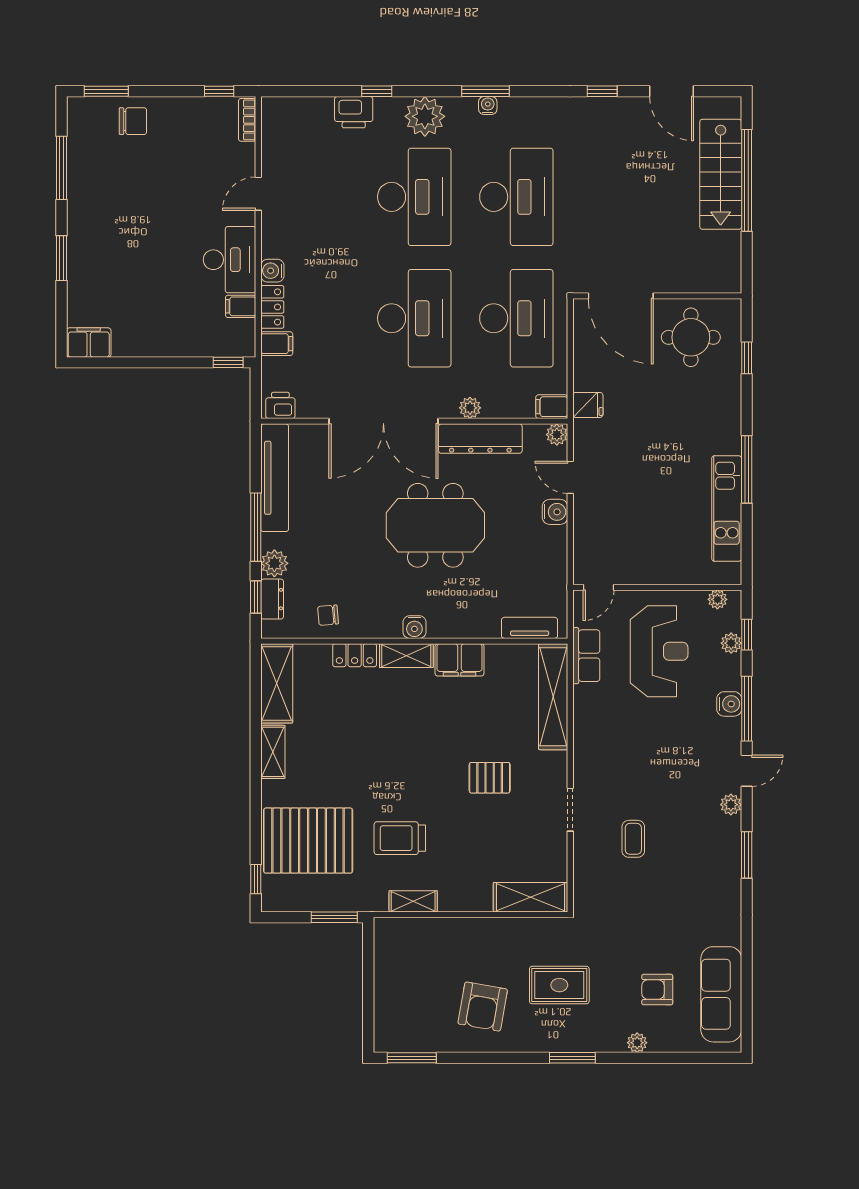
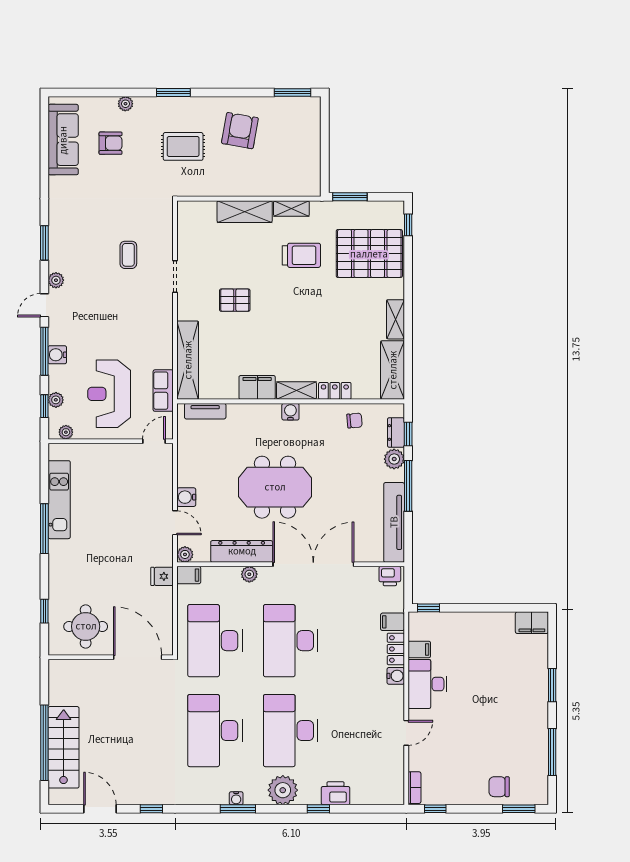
shelving: (530, 897) -> (245, 212), moved

